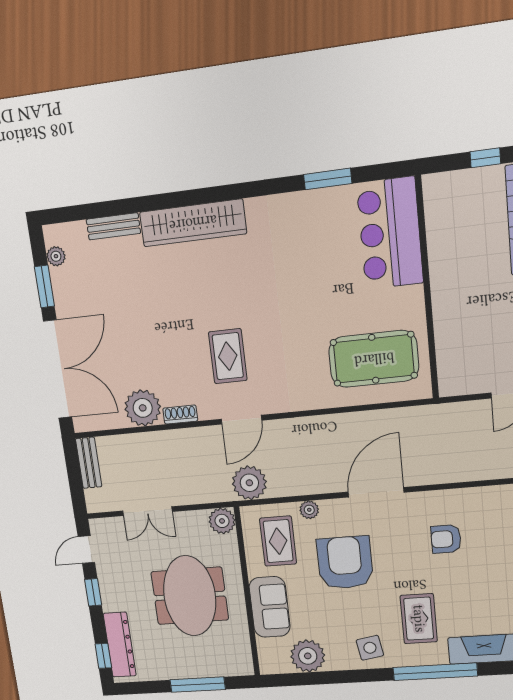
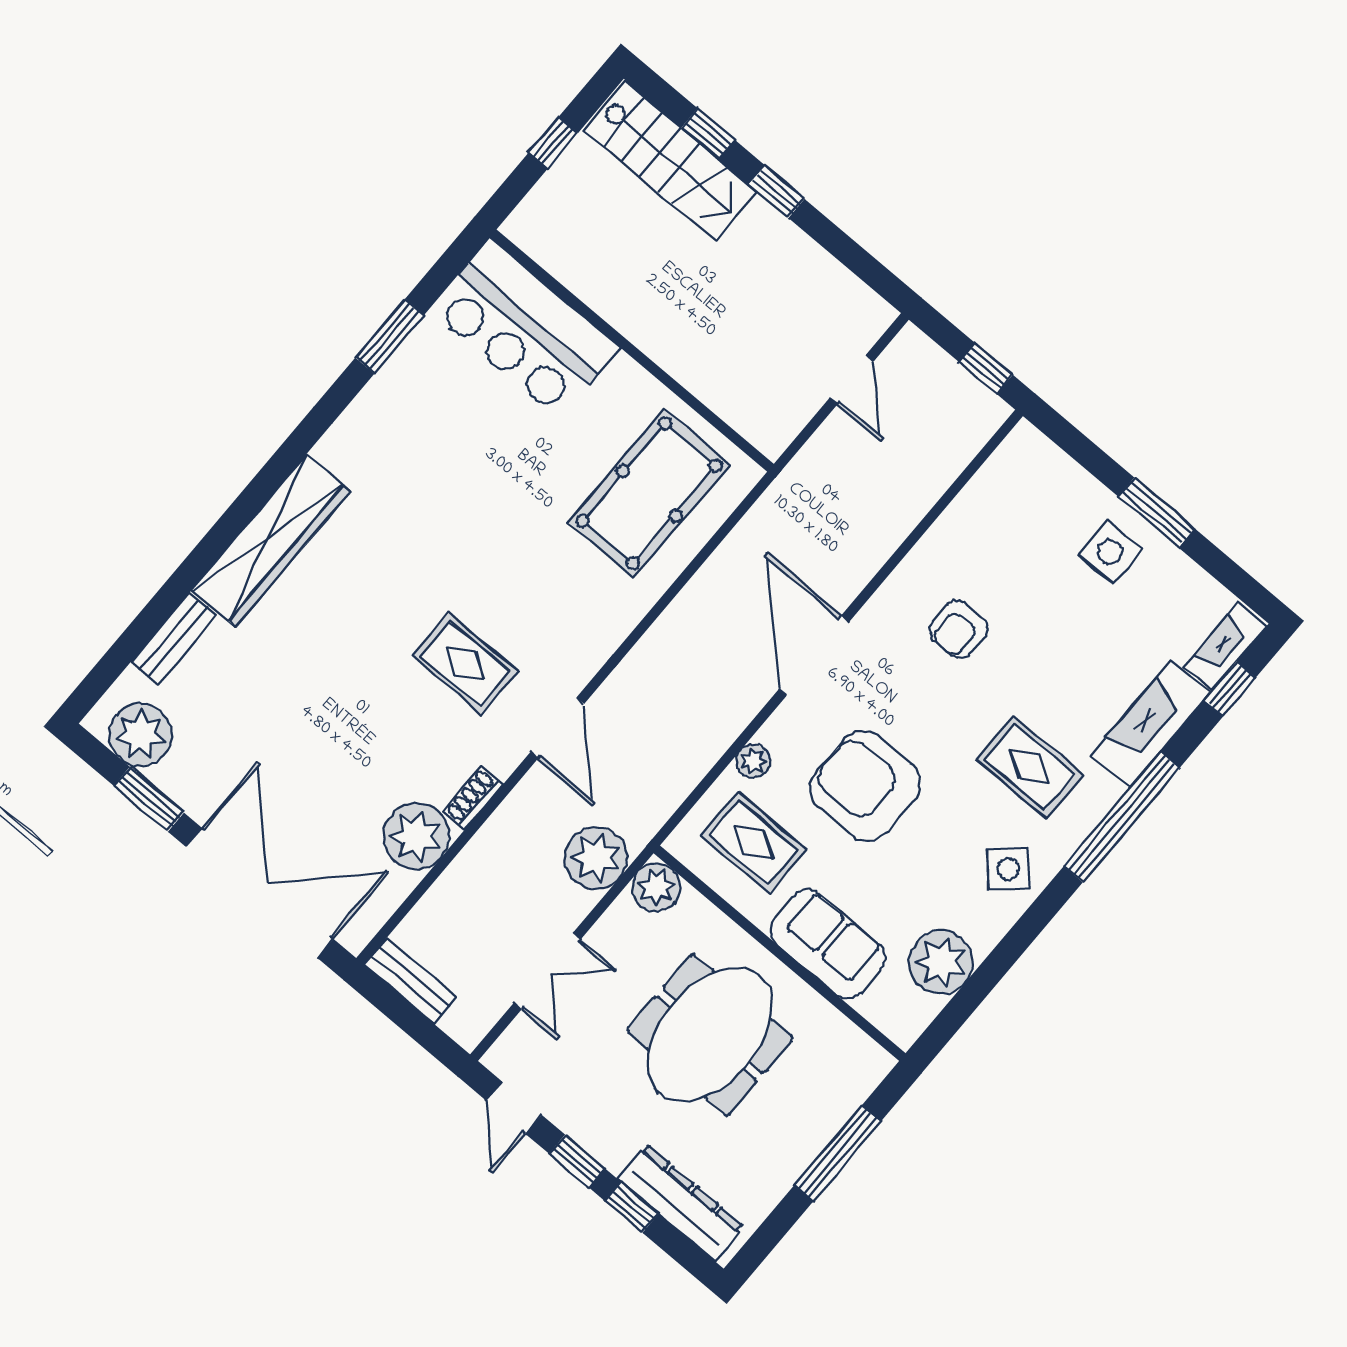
plant: (56, 256) -> (140, 735), width x1.88, depth x1.88
plant: (249, 483) -> (596, 858), moved
meeting table: (190, 596) -> (710, 1035), turned 90
side table: (370, 648) -> (1008, 869), turned -33
window: (103, 656) -> (632, 1207), moved

